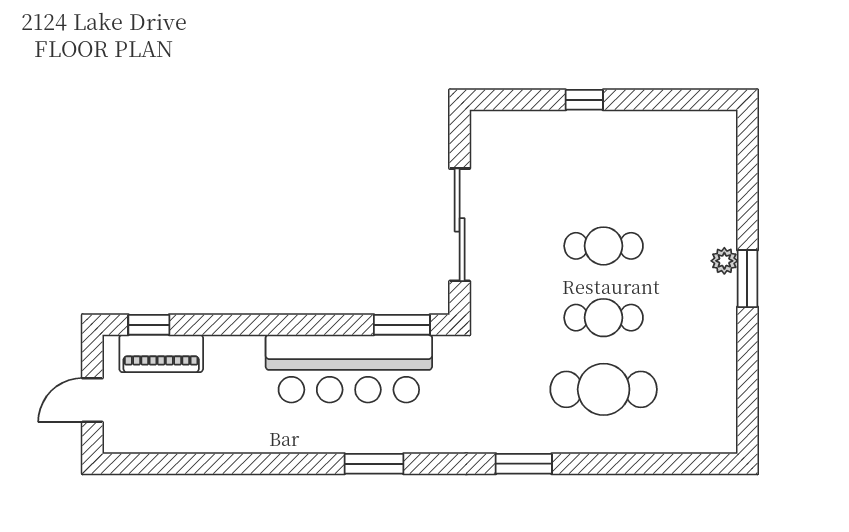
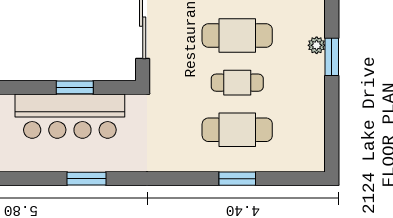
cafe table: (604, 246) -> (237, 36), width x1.37, depth x1.35
window: (402, 325) -> (75, 87), moved
window: (524, 464) -> (237, 179), moved

